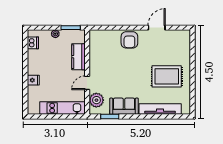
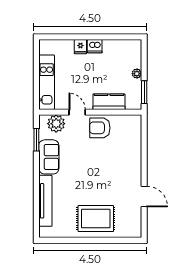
armchair: (129, 40) -> (100, 128), moved
dishwasher: (33, 43) -> (95, 46), moved
rug: (167, 76) -> (96, 219), moved, turned 90

